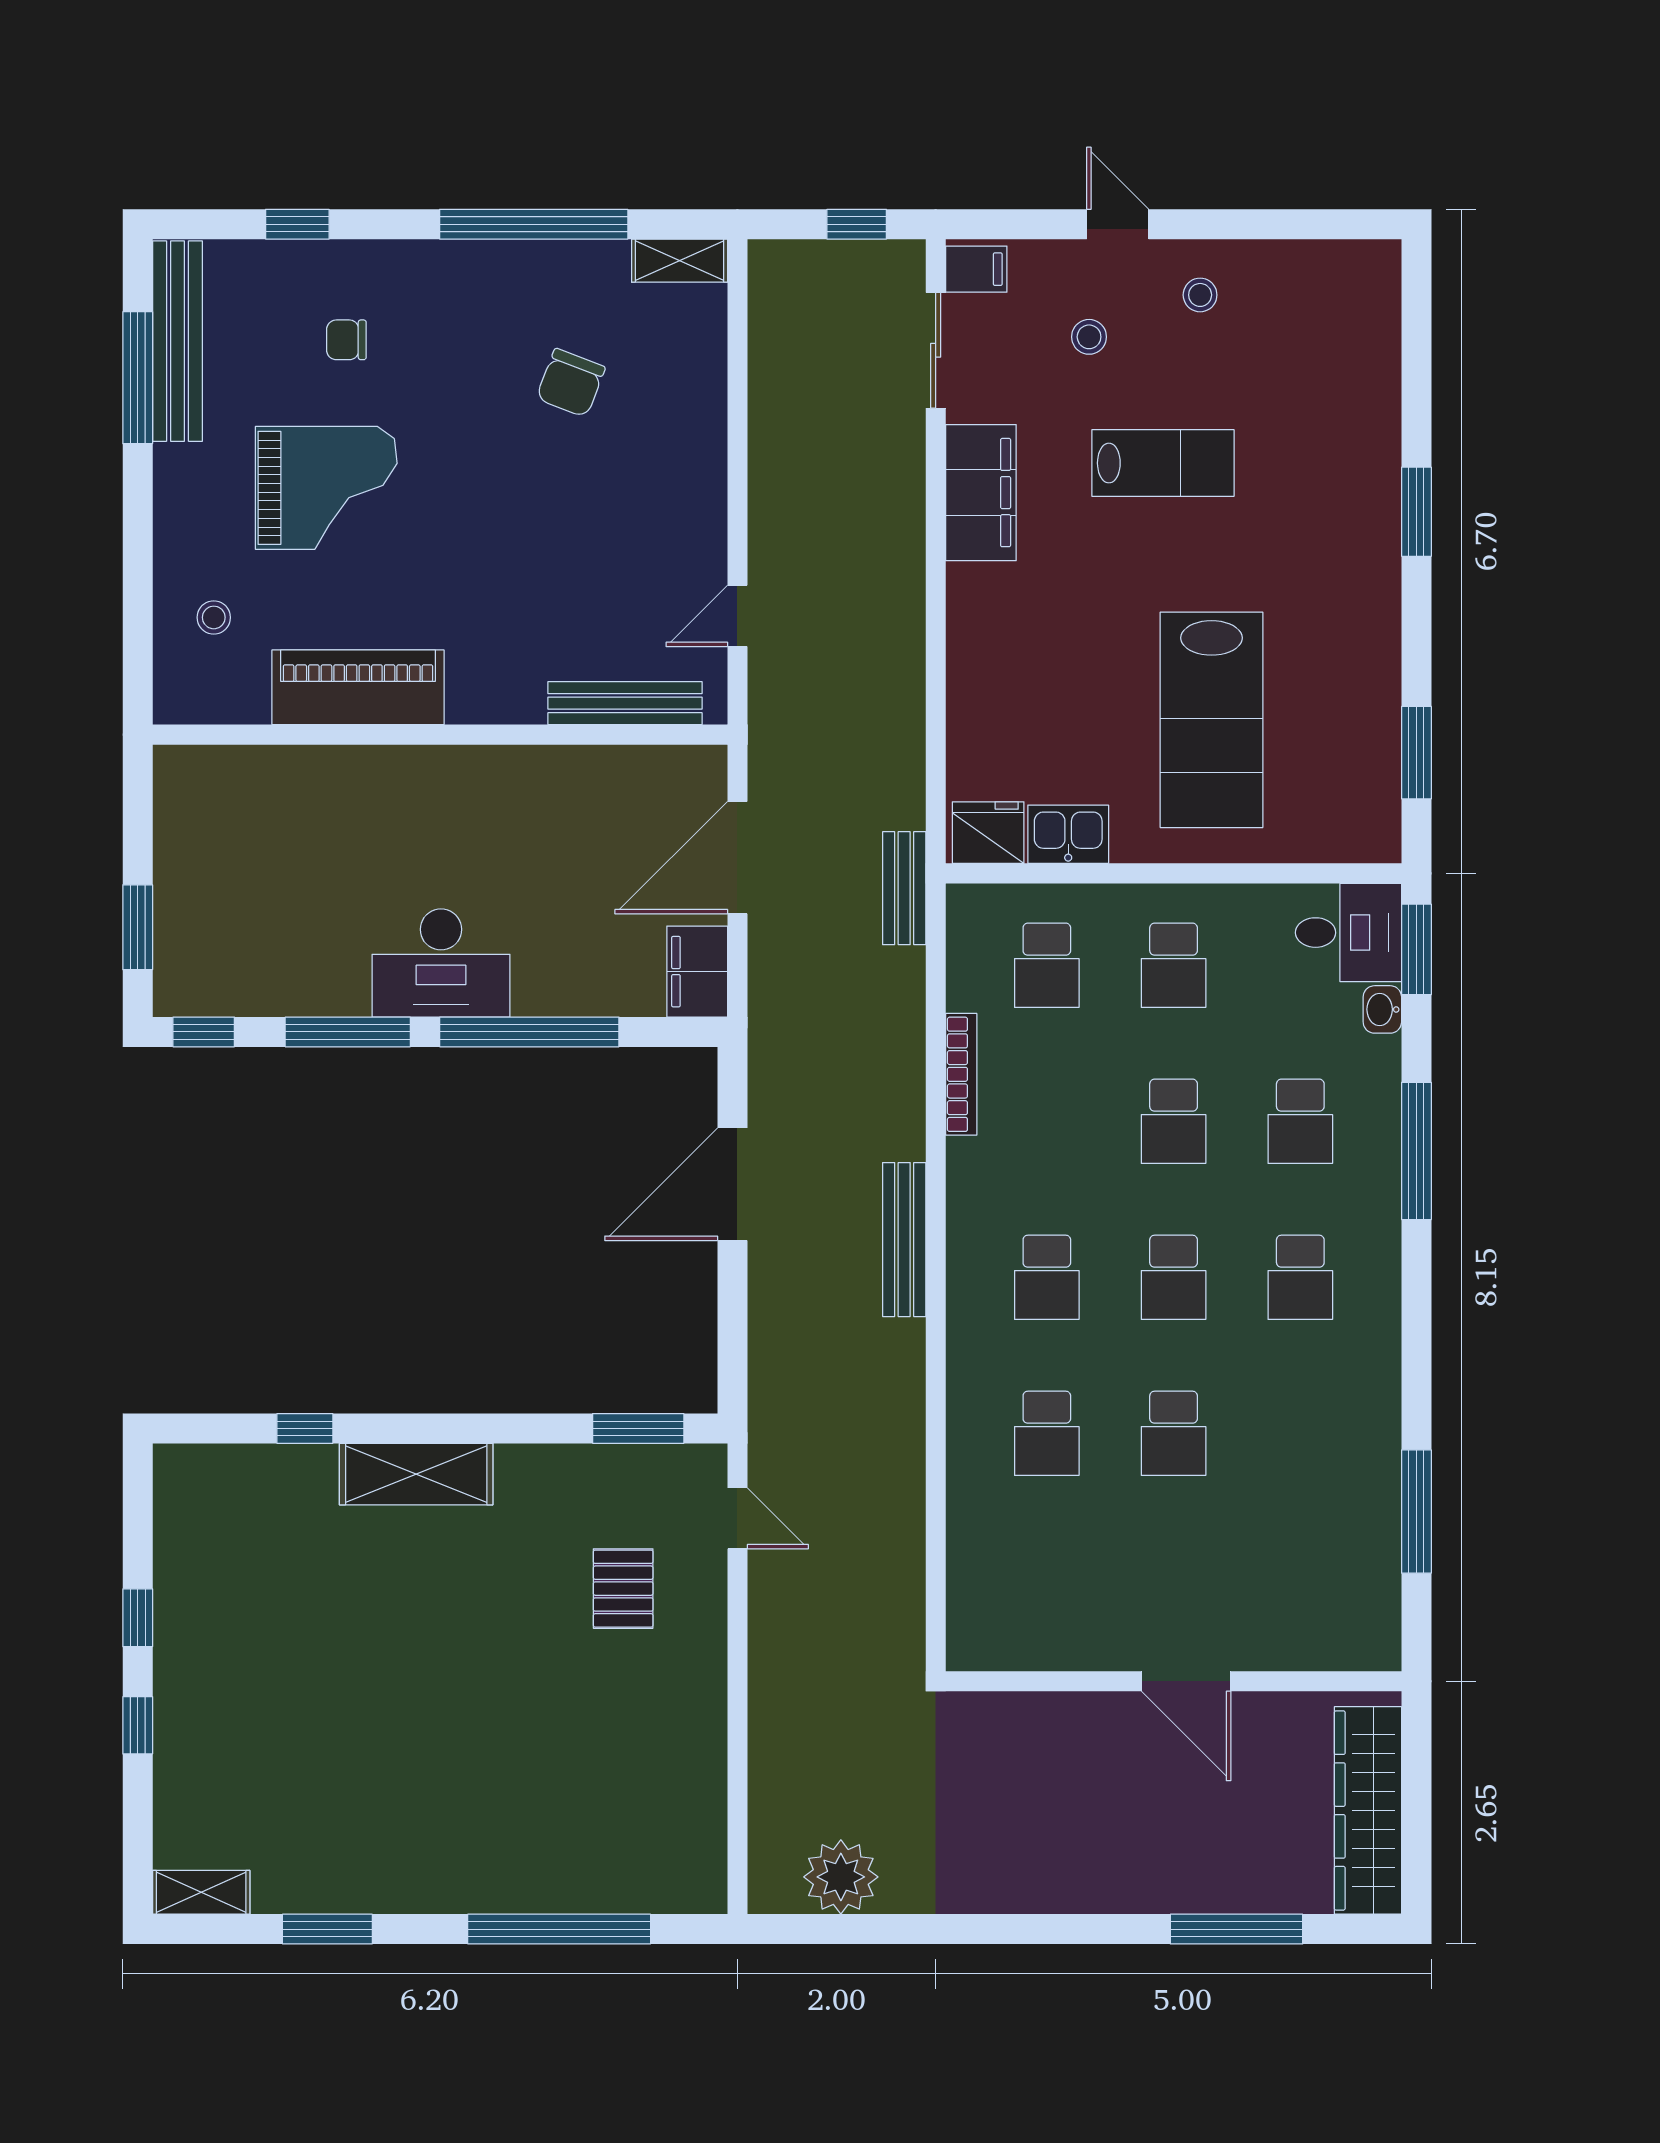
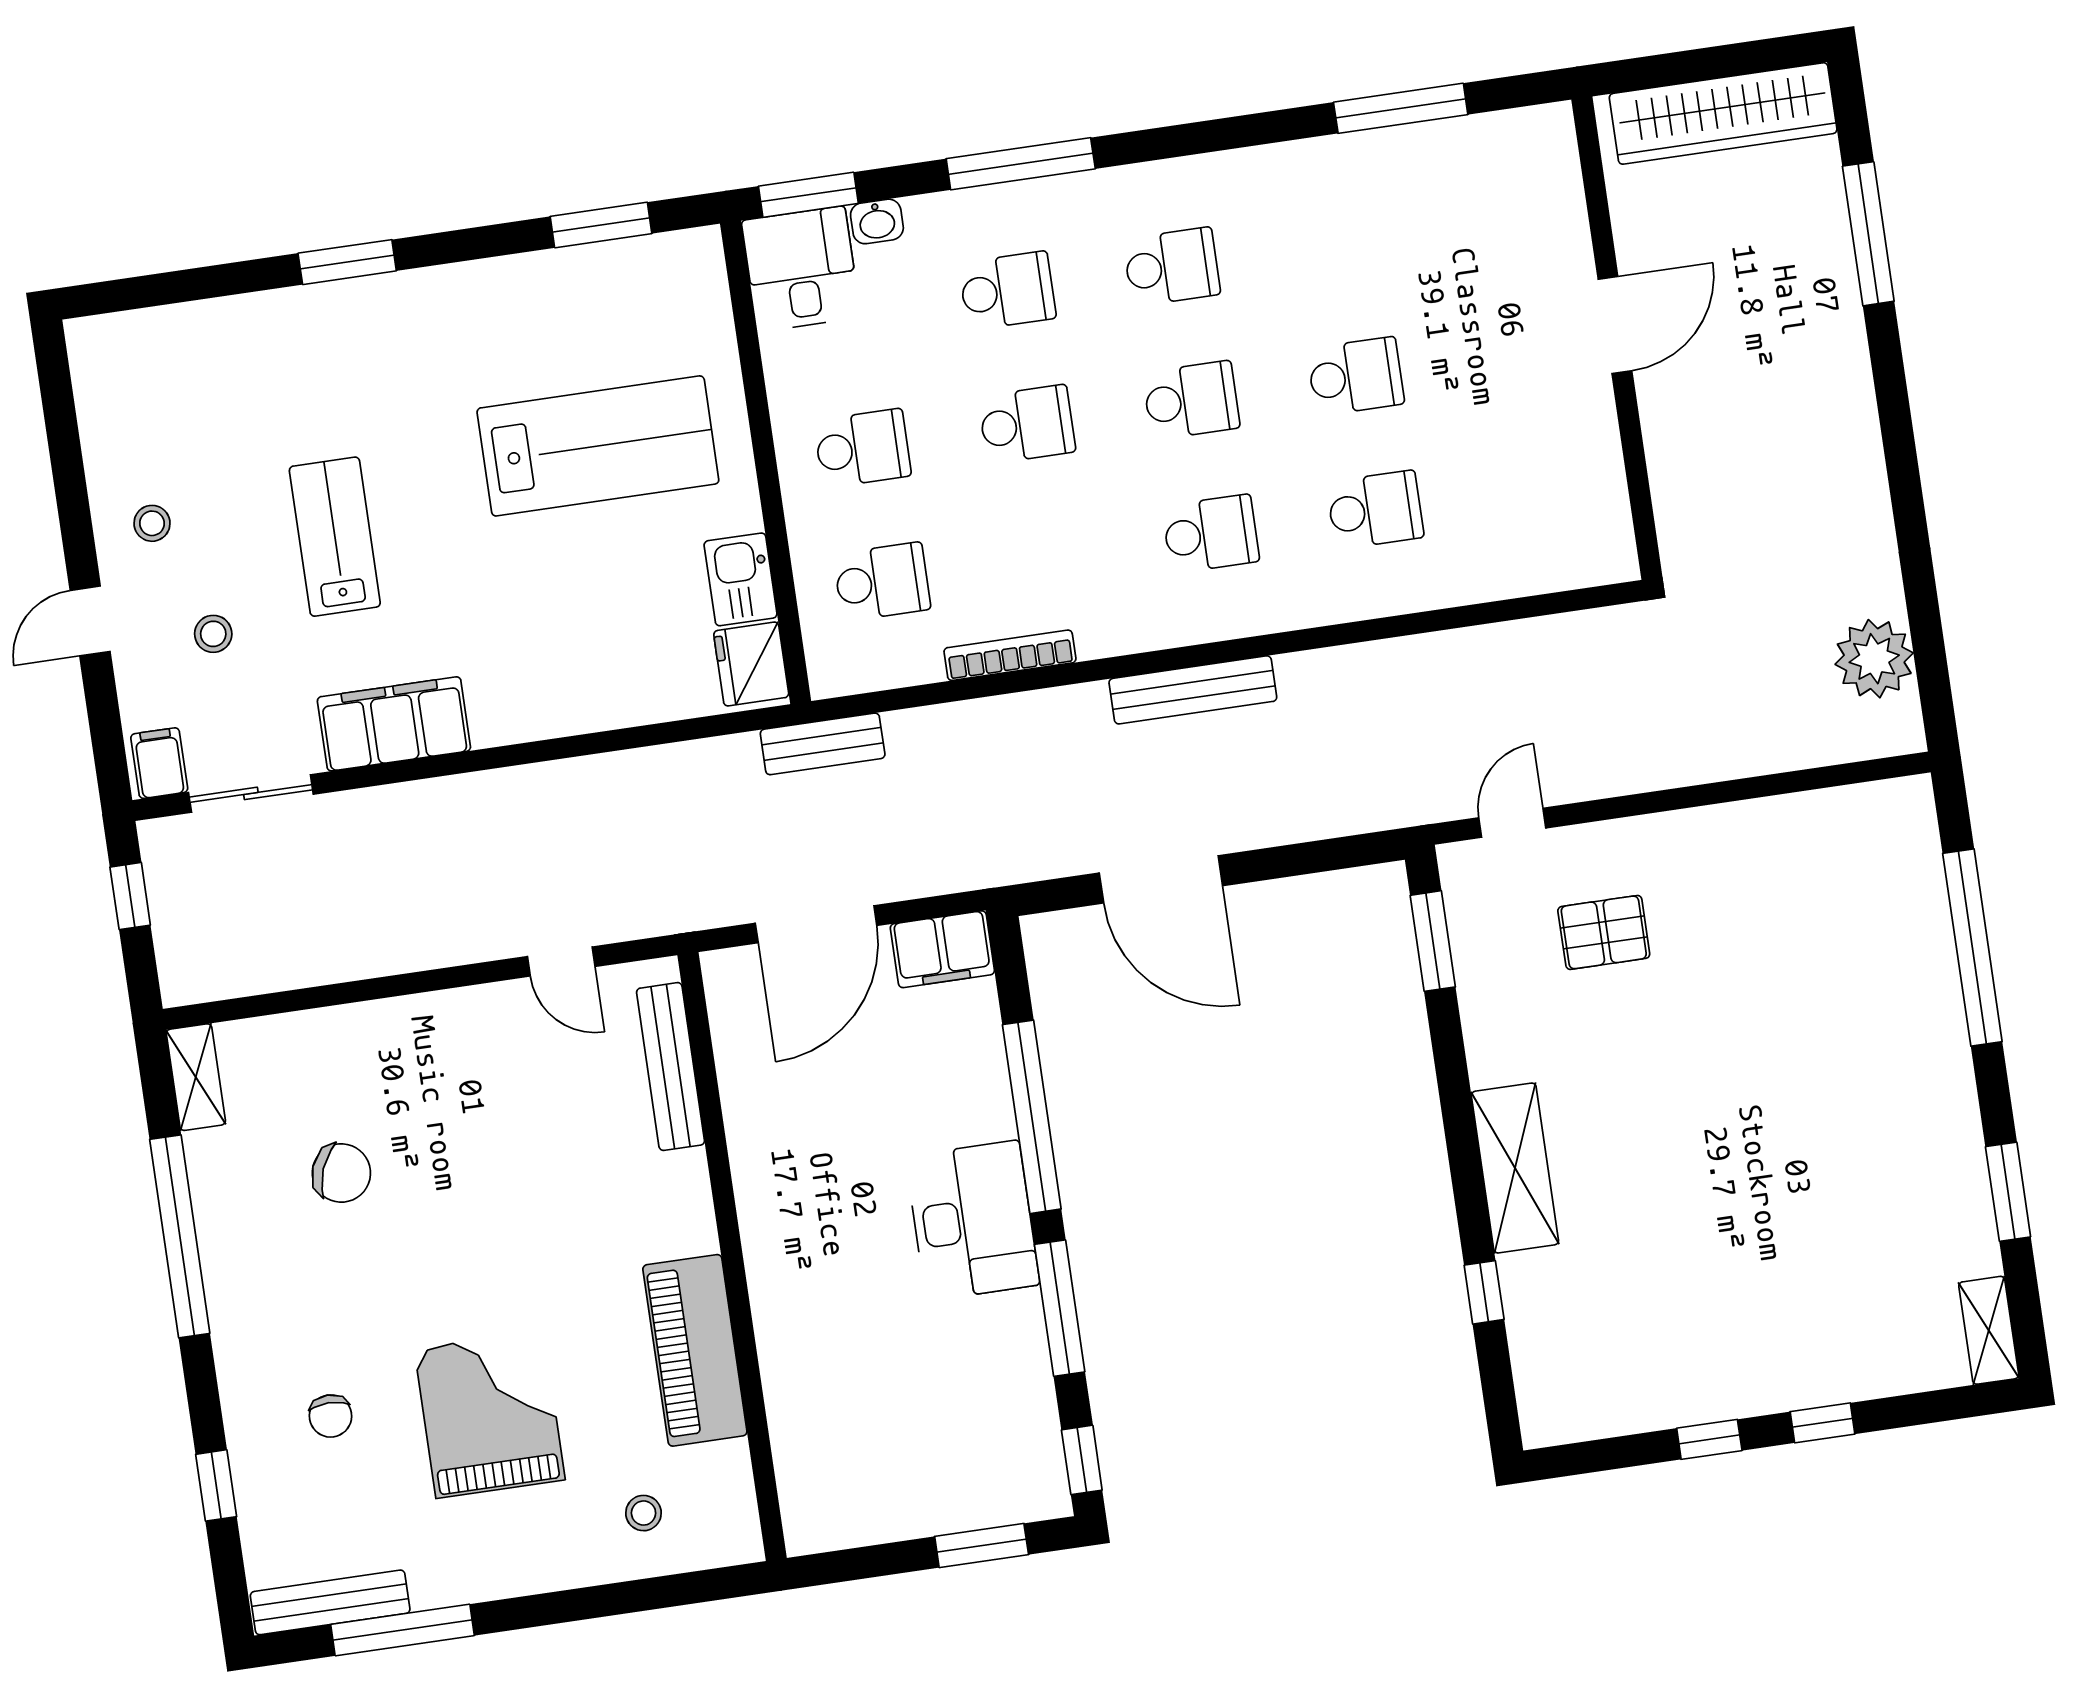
bench: (178, 341) -> (330, 1602), width x0.73, depth x0.82
door: (737, 858) -> (816, 924), hinge flipped

